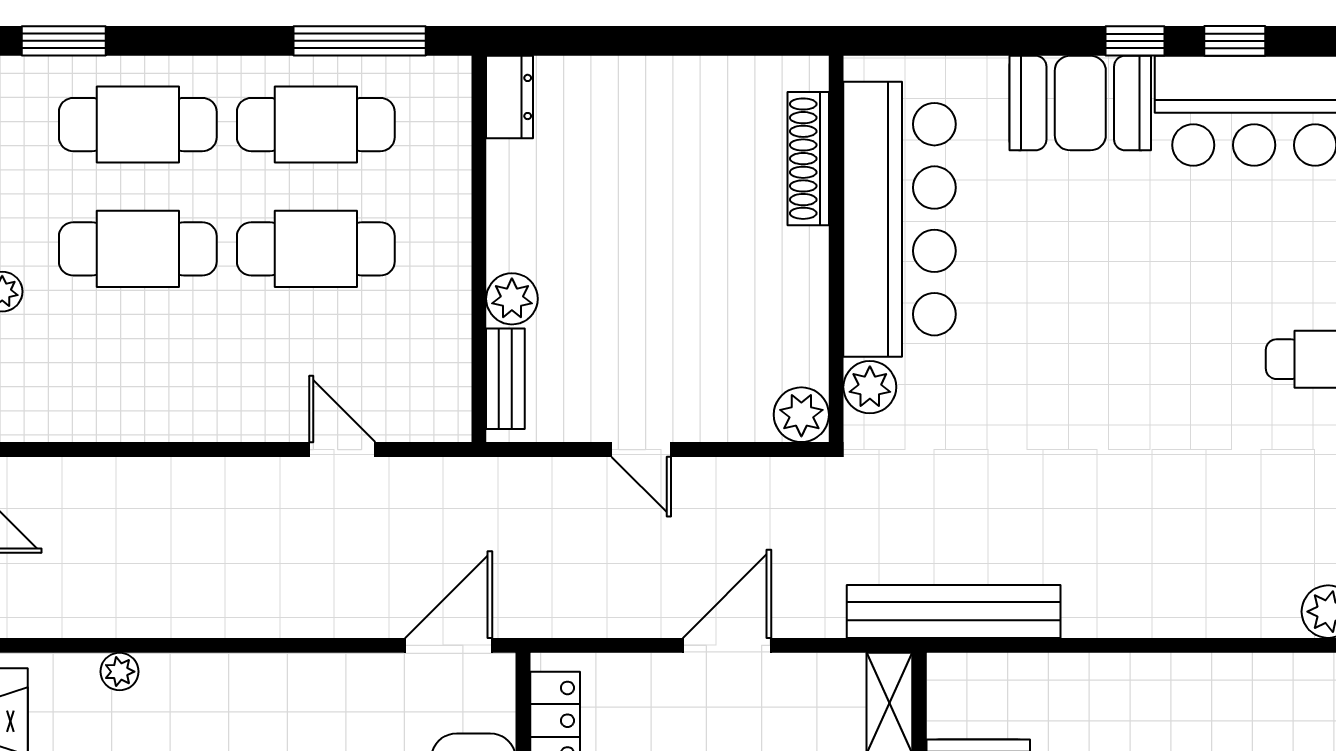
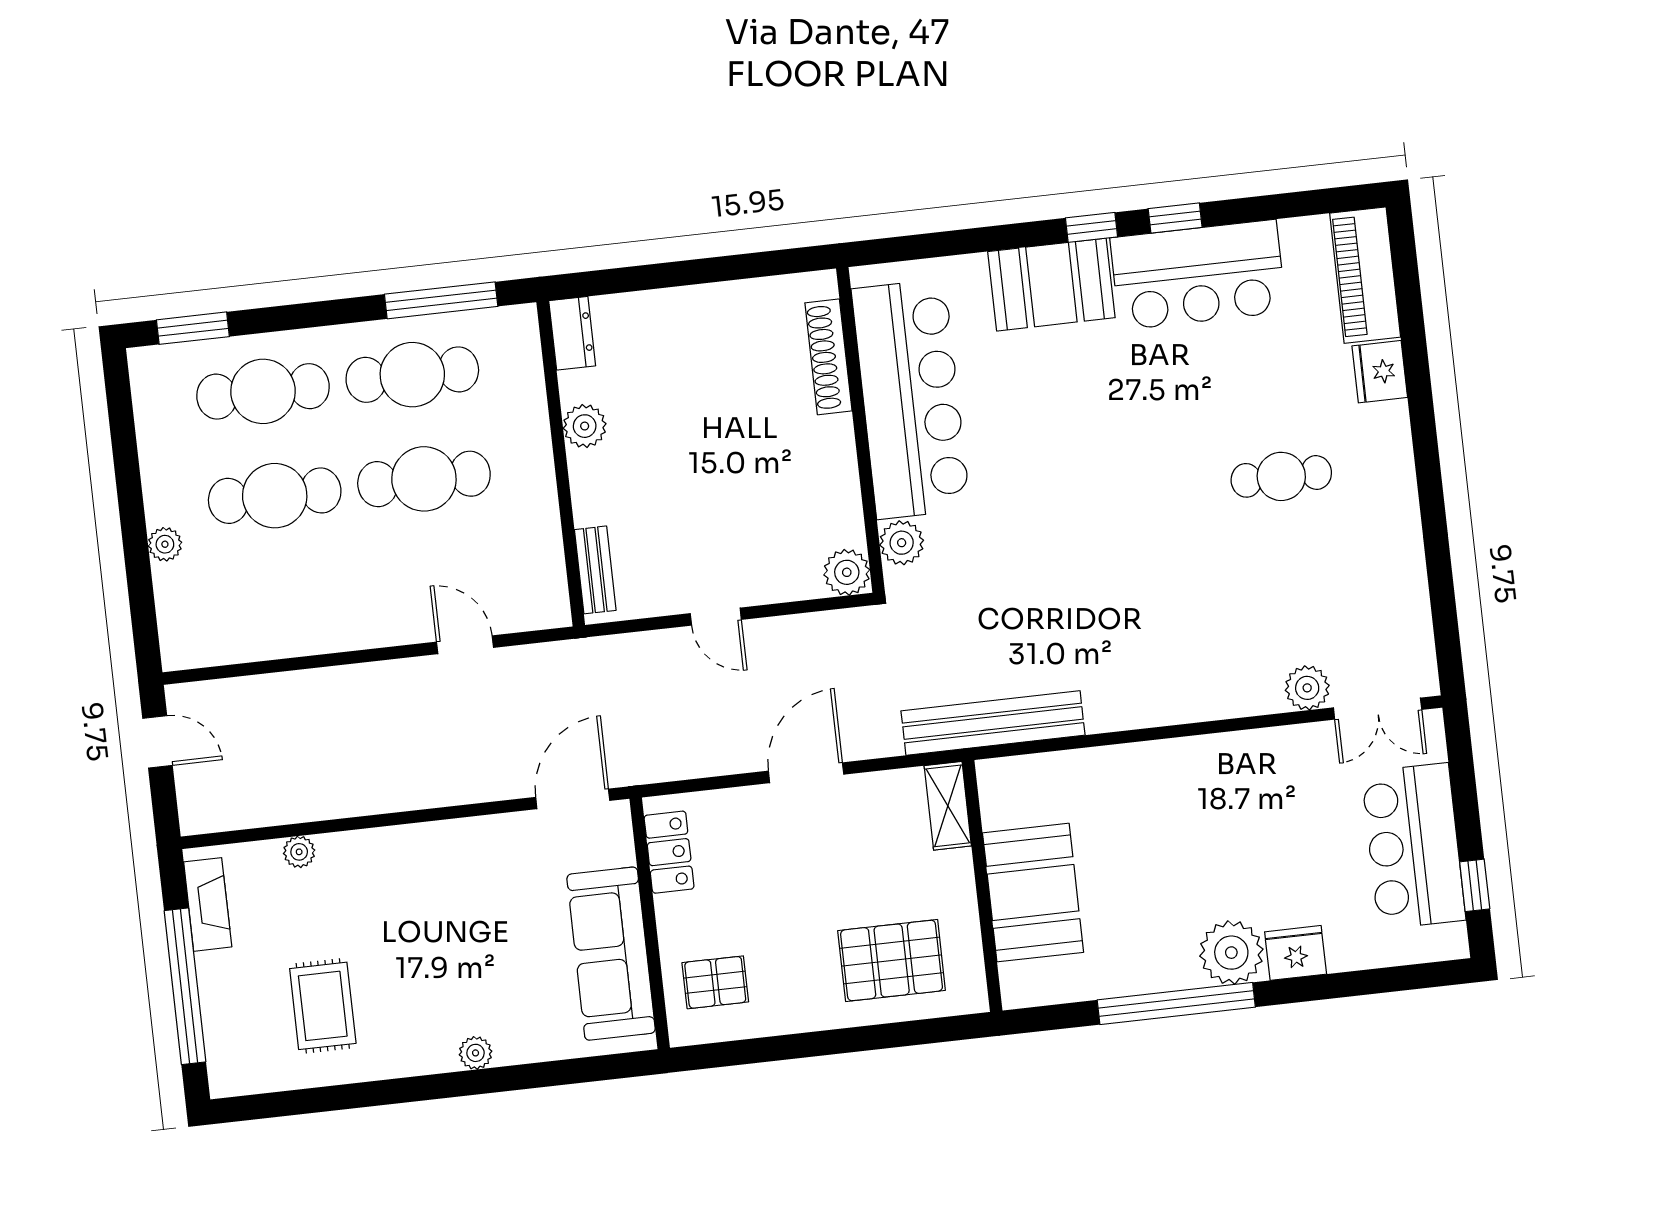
plant: (512, 299) -> (585, 426), moved

